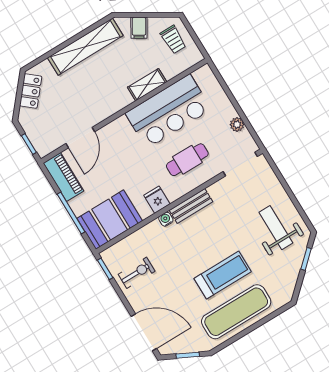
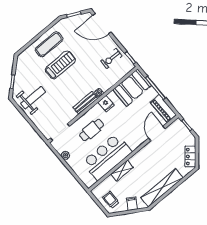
weight bench: (276, 228) -> (33, 98), turned -90
treadmill: (223, 275) -> (60, 65), turned 180
exercise mat: (236, 312) -> (49, 44), width x0.73, depth x0.69

